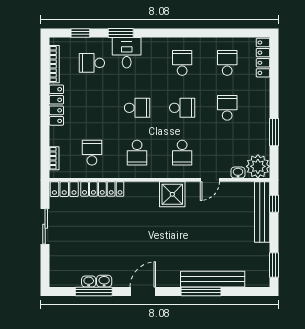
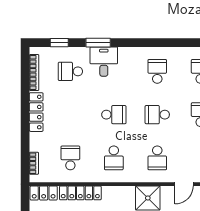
school desk: (182, 108) -> (157, 115), turned 180

